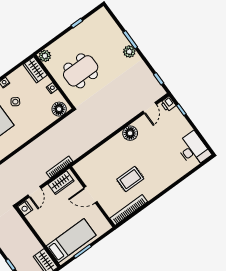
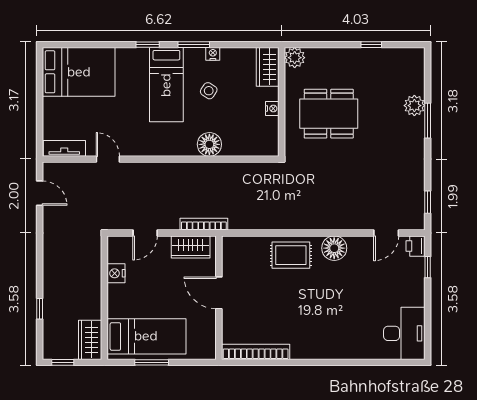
plant: (129, 52) -> (414, 106), moved
floor lamp: (59, 109) -> (209, 144), moved
rug: (130, 179) -> (291, 255), moved
nightstand: (25, 208) -> (116, 273), moved

